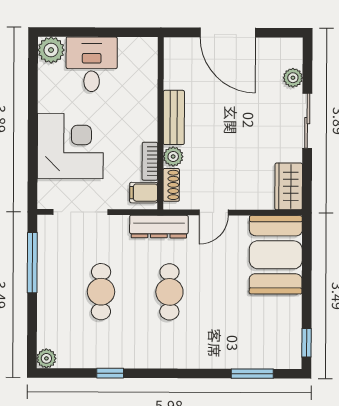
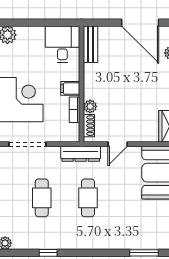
door: (228, 33) -> (140, 23), moved
desk: (92, 64) -> (62, 44), moved
bench: (174, 117) -> (90, 44), moved
filing cabinet: (144, 193) -> (70, 88), moved

